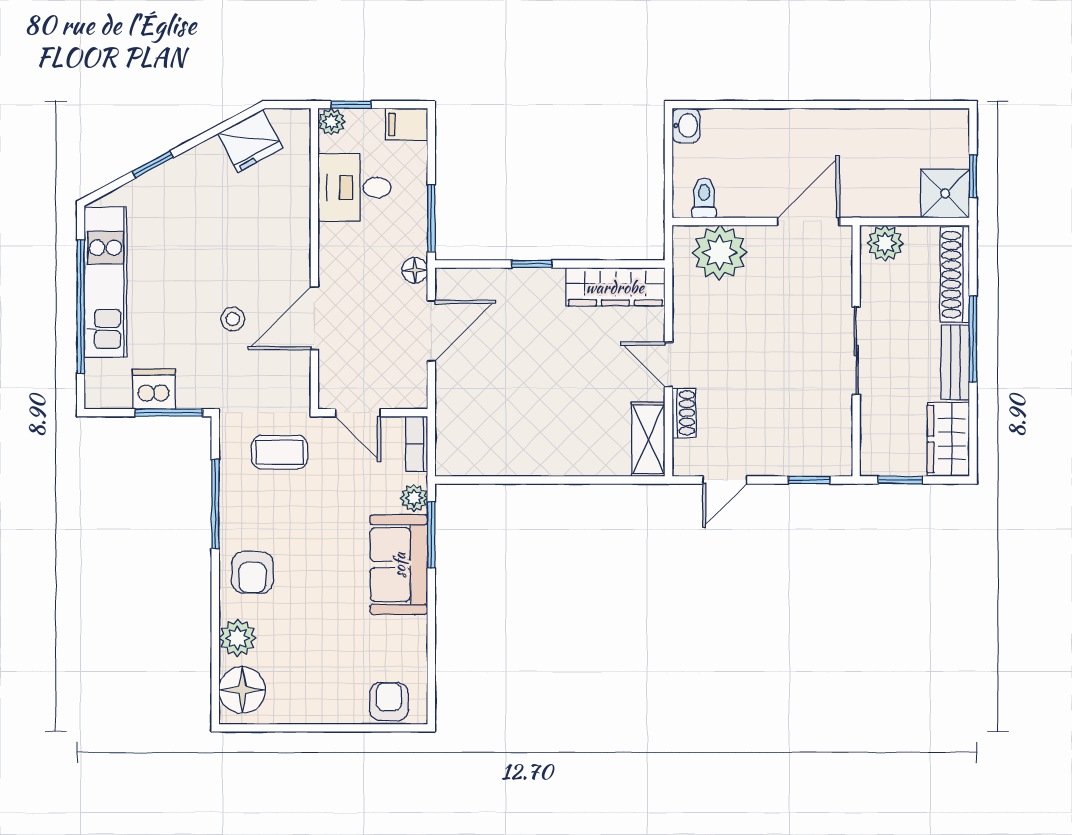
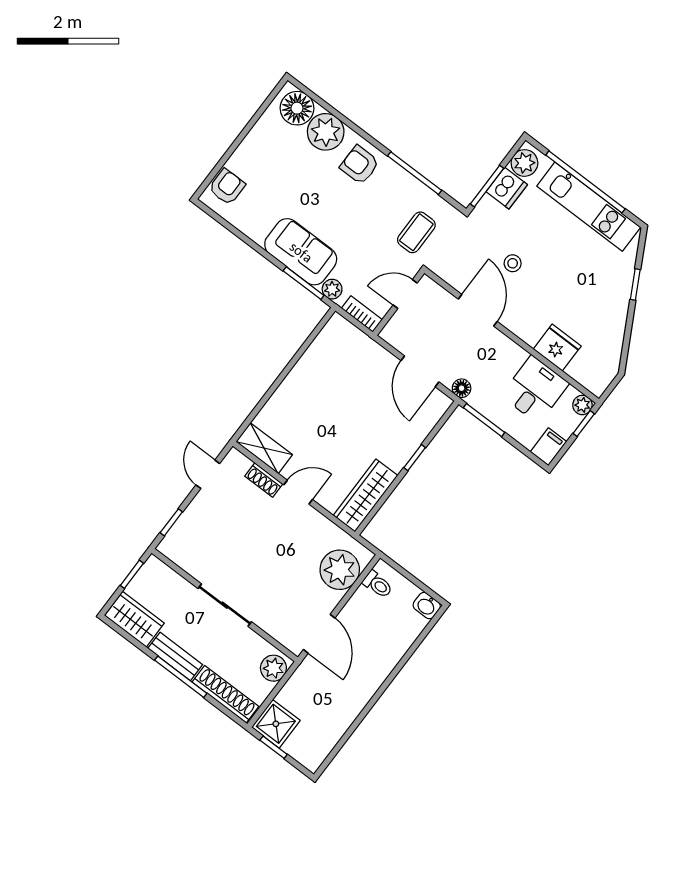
fridge: (250, 141) -> (557, 348), moved, turned 118
plant: (111, 391) -> (524, 163), added
plant: (238, 638) -> (326, 132), width x1.36, depth x1.36
armchair: (389, 702) -> (227, 187), turned -90

